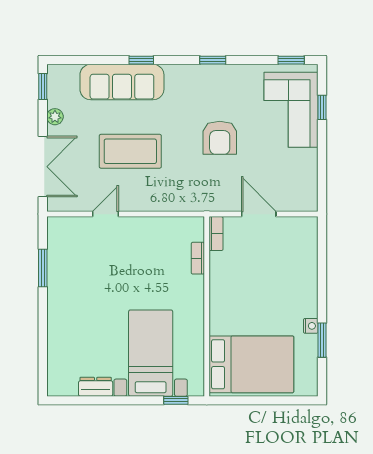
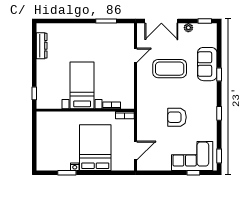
sofa: (122, 82) -> (207, 64), width x0.73
coffee table: (130, 151) -> (170, 69), turned 90
door: (106, 214) -> (136, 55), hinge flipped
door: (259, 214) -> (136, 151), moved
bed with nightstands: (151, 353) -> (82, 85), moved, turned -90
bed: (251, 364) -> (95, 148), moved, turned 180
dresser: (96, 387) -> (42, 46), width x1.44

